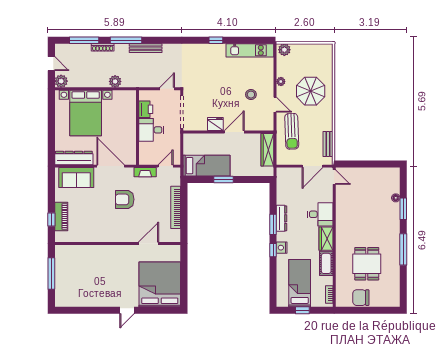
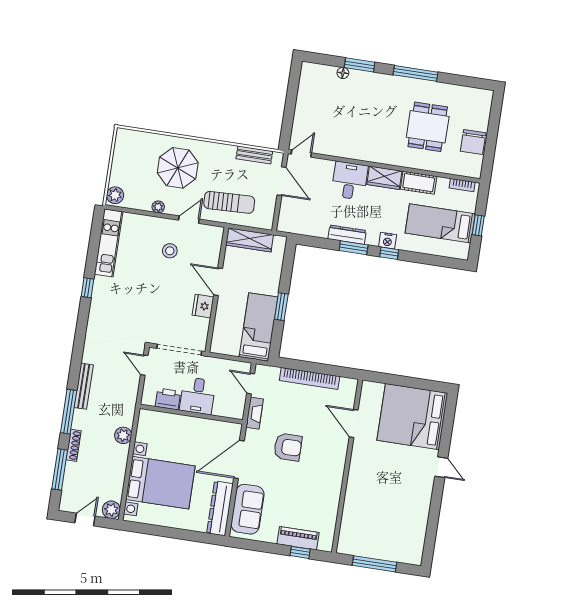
armchair: (125, 199) -> (288, 447), turned -90
dining table: (367, 264) -> (428, 127), turned 90

